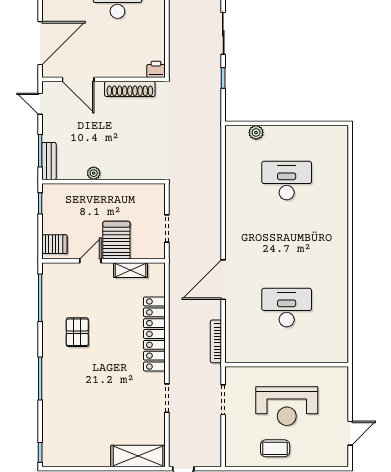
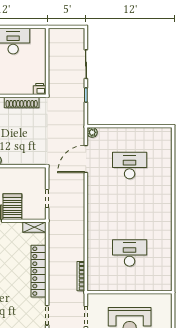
plant: (256, 132) -> (92, 132), moved
shelving: (131, 270) -> (34, 227), moved
door: (223, 280) -> (86, 159), moved

